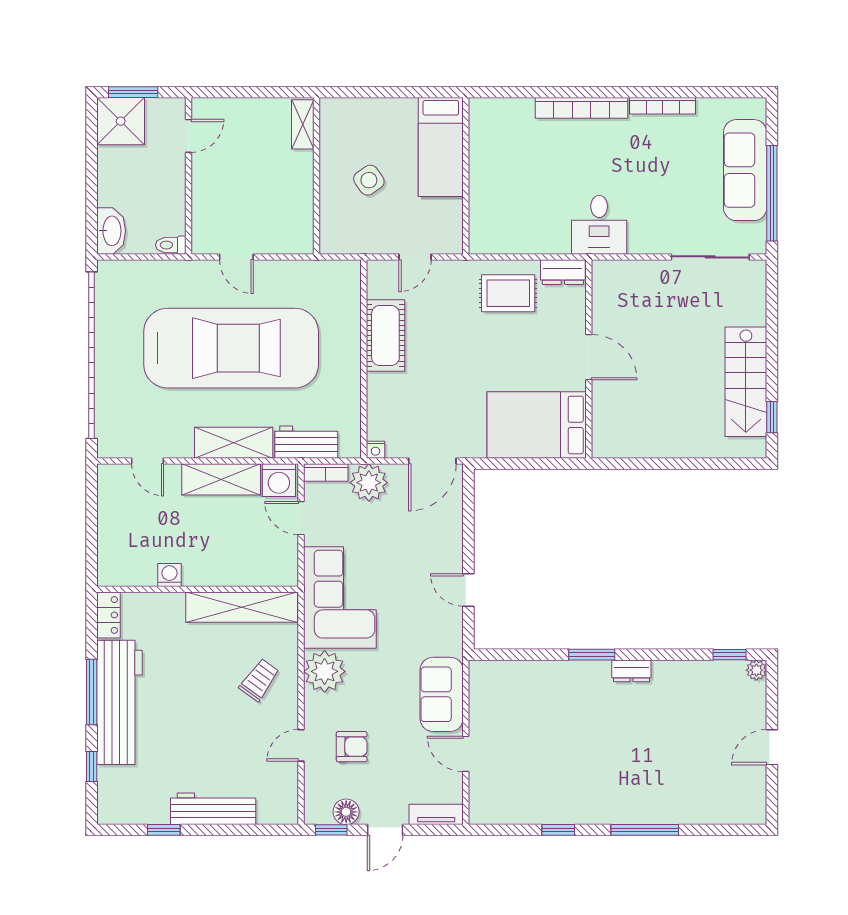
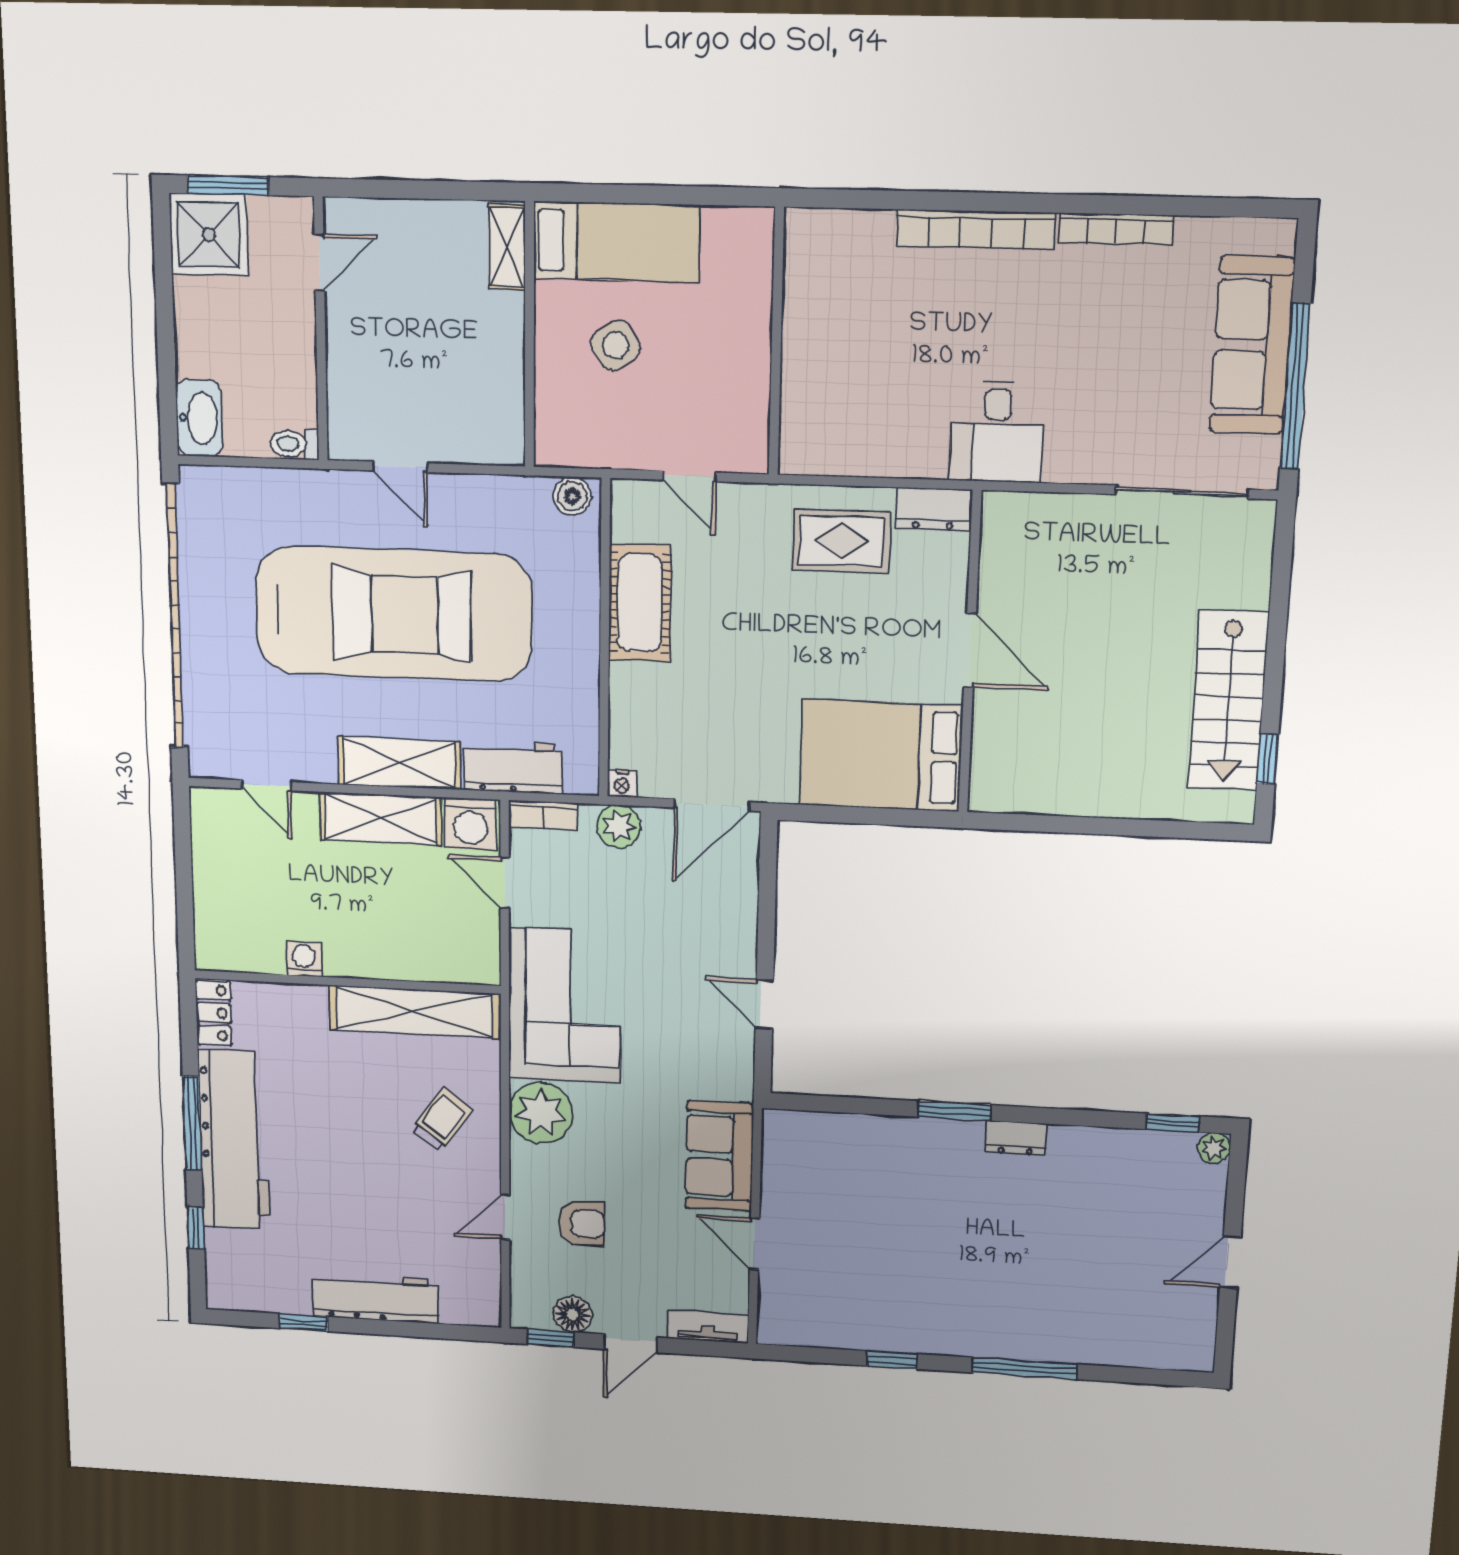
bed: (441, 147) -> (616, 242), moved, turned -90
door: (415, 257) -> (690, 476), hinge flipped
boiler: (343, 271) -> (572, 496), added
plant: (369, 483) -> (619, 826), width x0.73, depth x0.73

